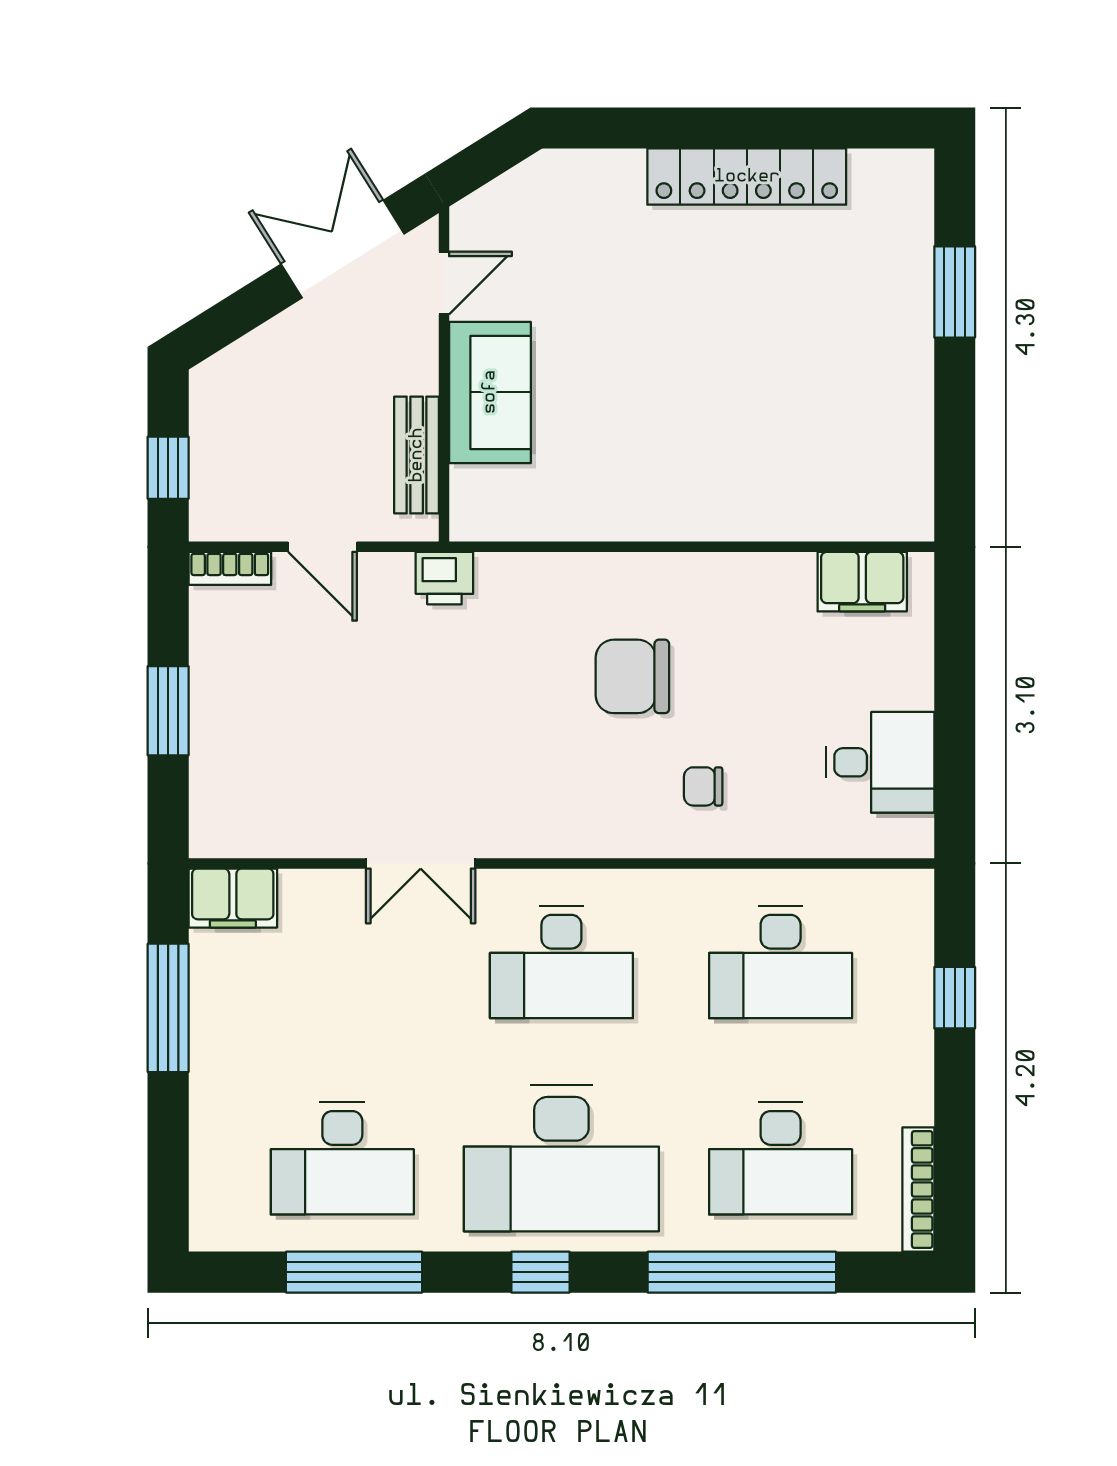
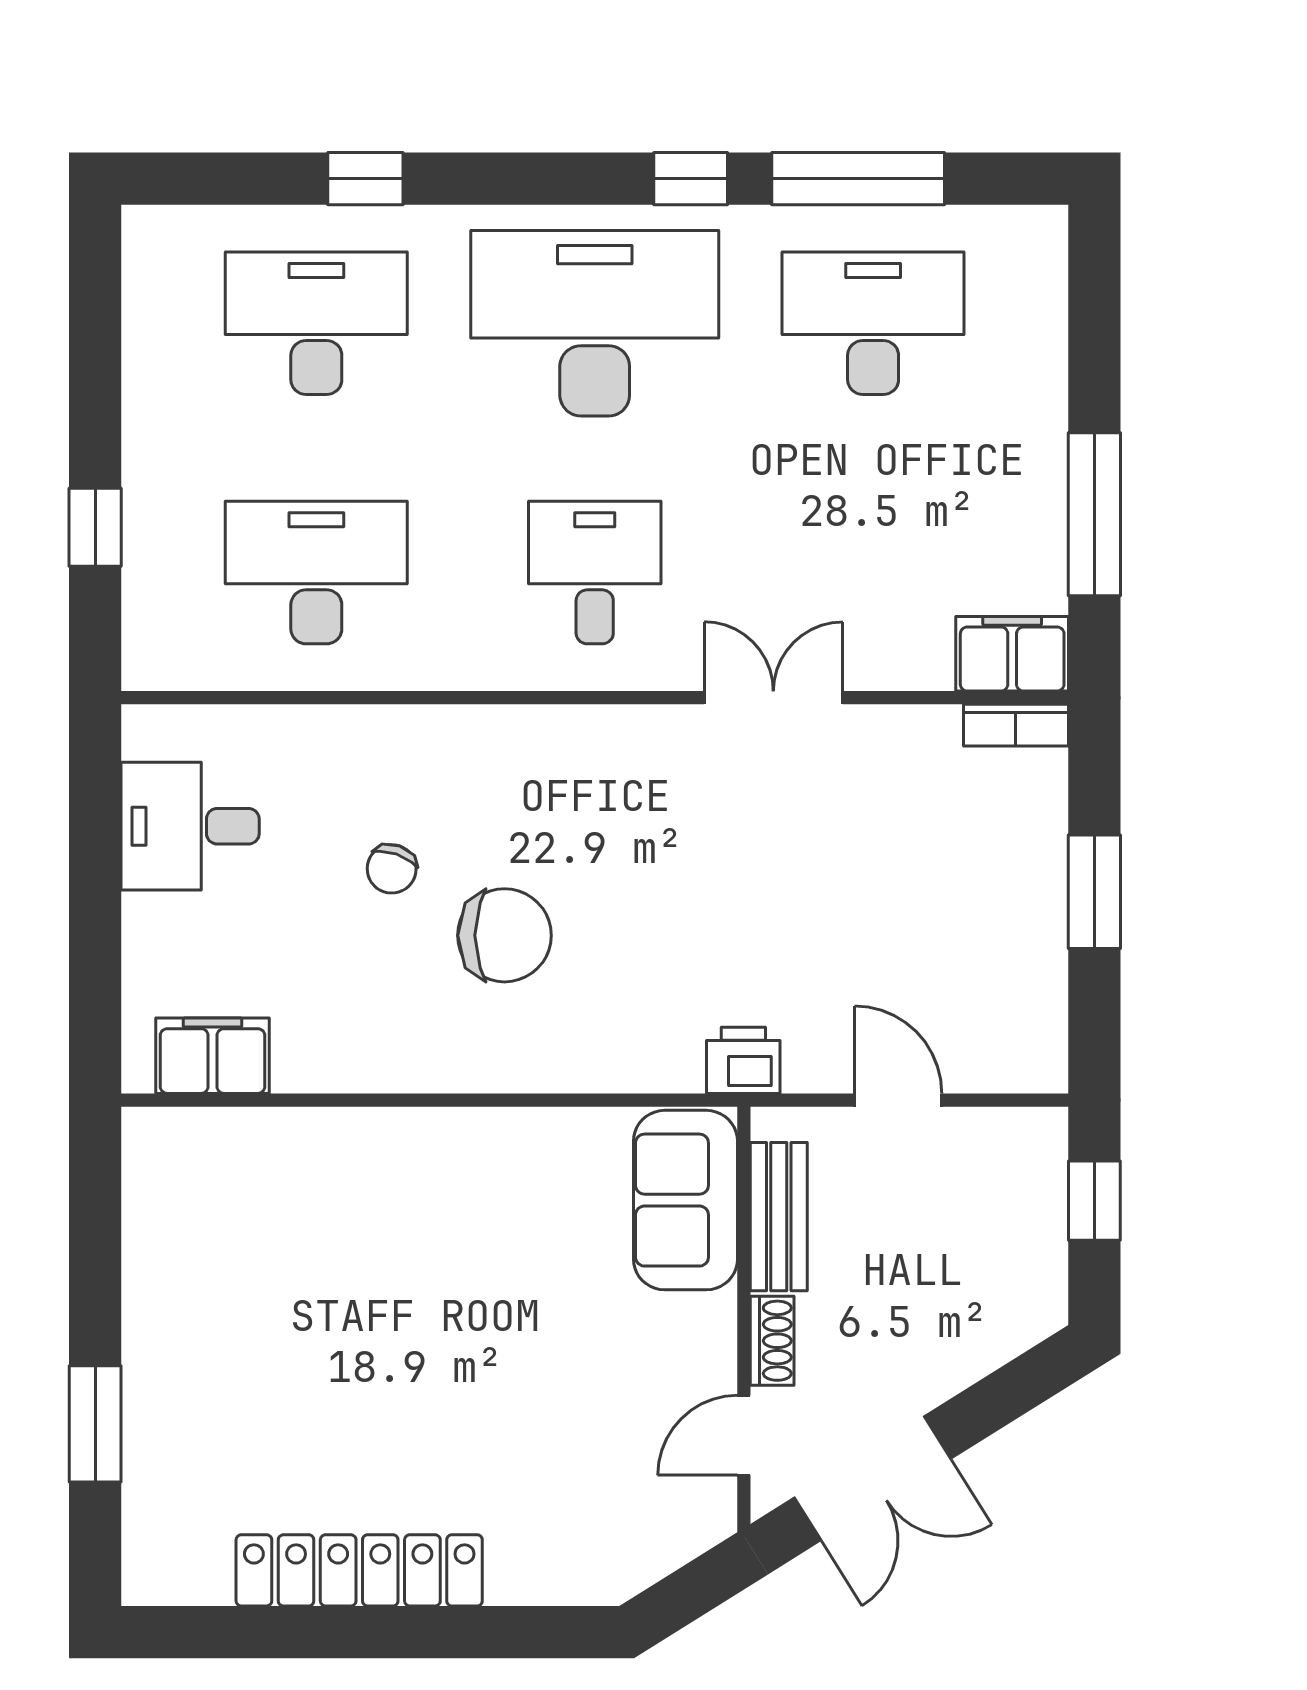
shoe rack: (422, 357) -> (772, 1341), added
sofa: (490, 392) -> (685, 1200), moved
bookcase: (230, 568) -> (1016, 725), moved, turned 180
chair: (703, 786) -> (392, 869), moved, turned 109
desk: (561, 962) -> (595, 573), width x0.73
bookcase: (918, 1189) -> (141, 284), removed
window: (540, 1272) -> (691, 179), moved
window: (742, 1272) -> (365, 179), width x0.32

